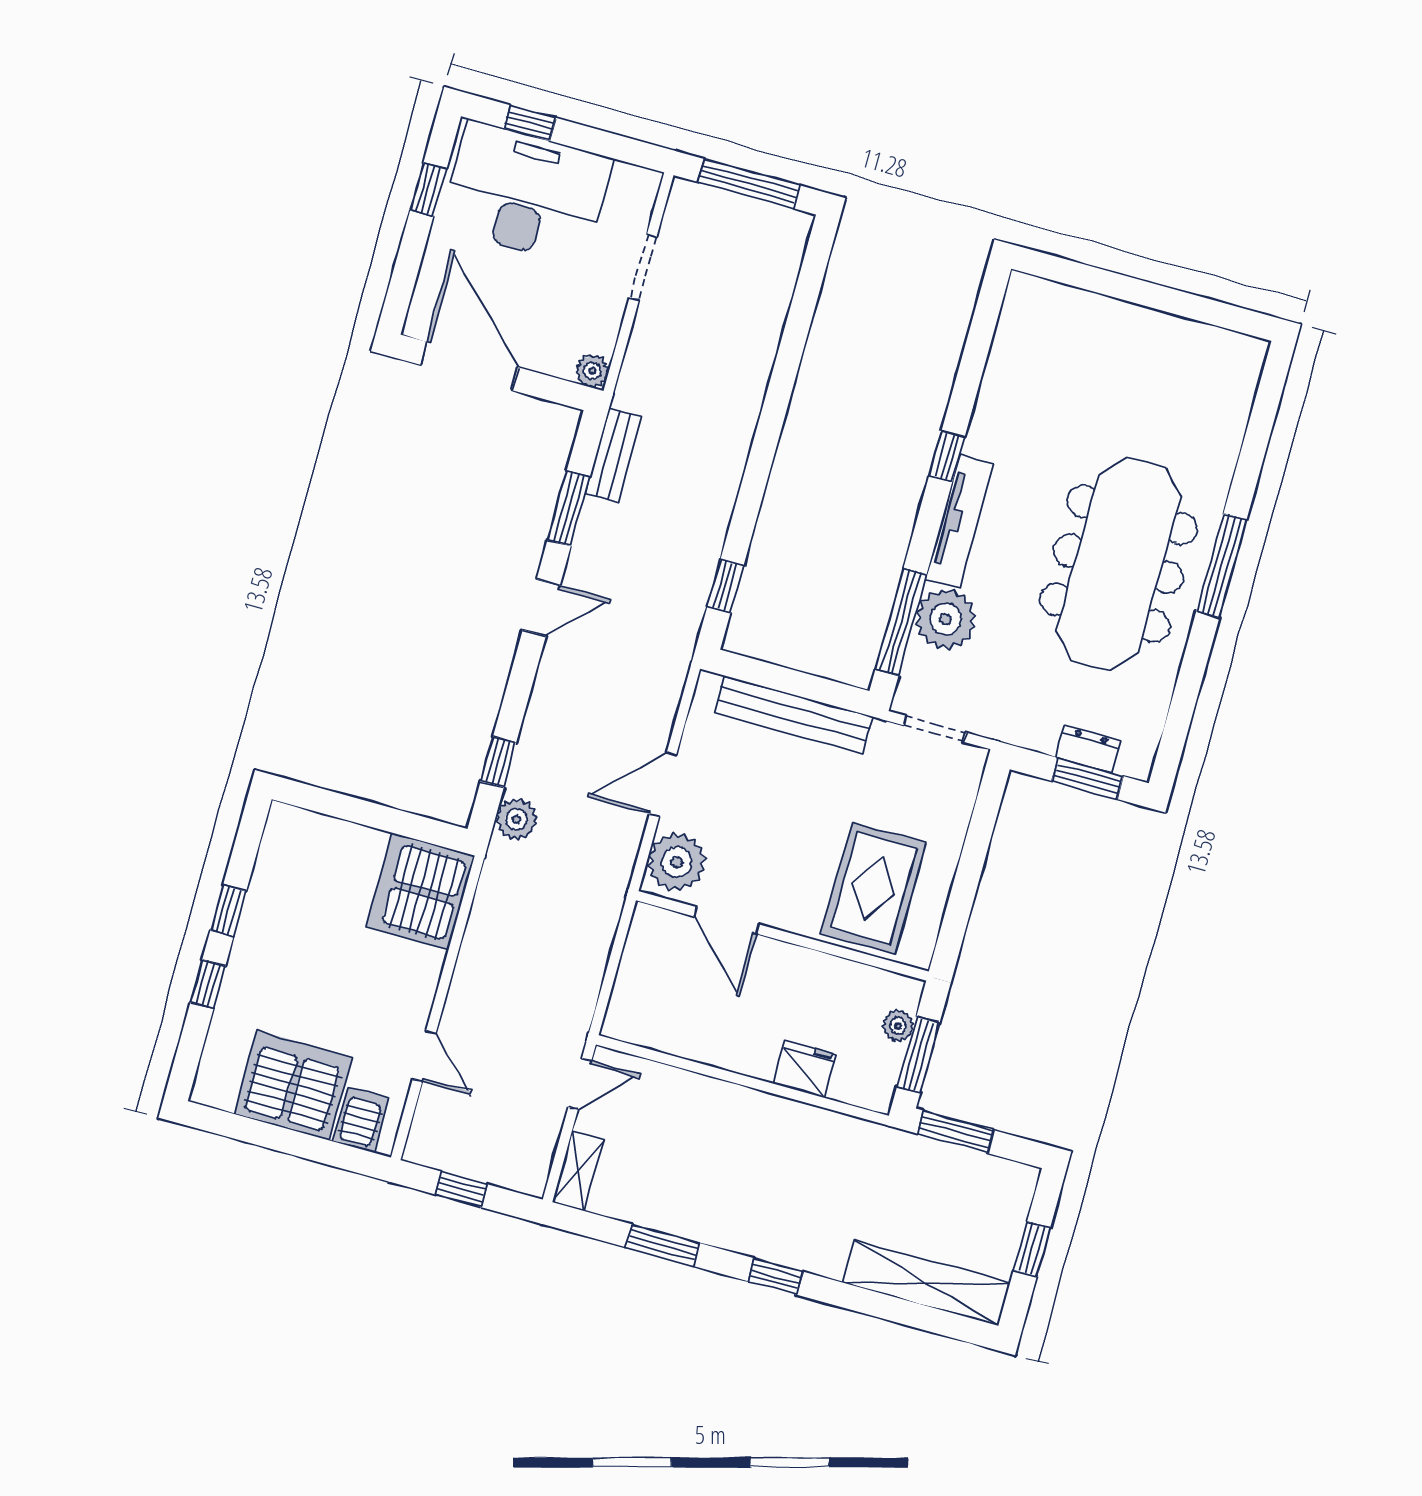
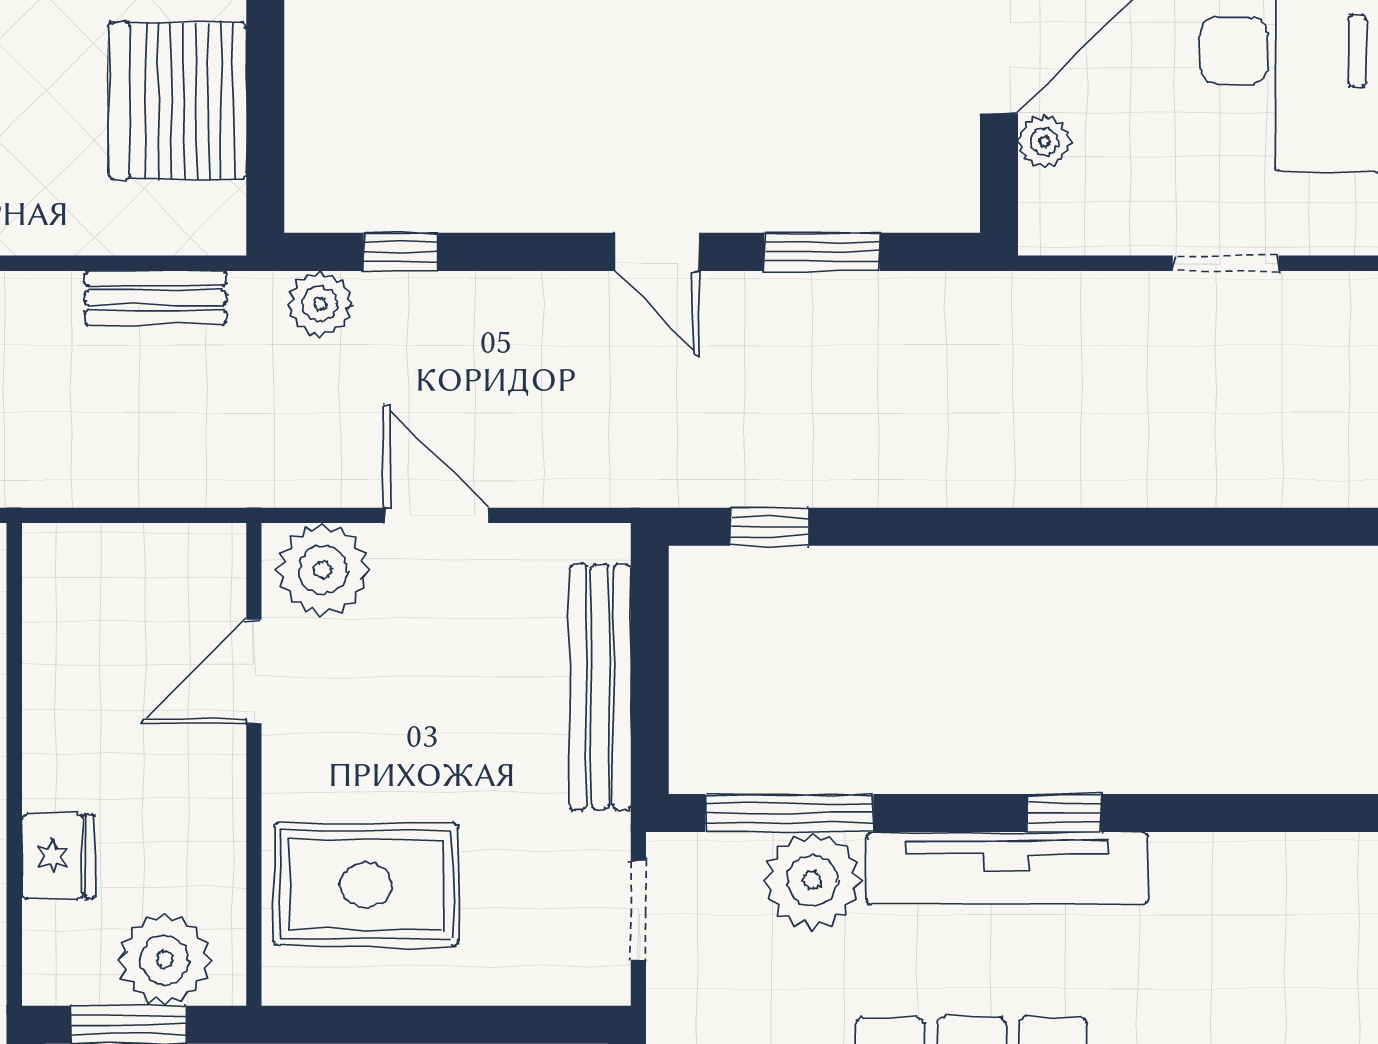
plant: (592, 371) -> (1044, 141), moved
bench: (613, 455) -> (156, 298), moved
tv unit: (959, 521) -> (1007, 868), width x1.36, depth x1.29
server rack: (420, 891) -> (177, 101), moved, turned -90
plant: (898, 1026) -> (165, 960), width x1.88, depth x1.88

